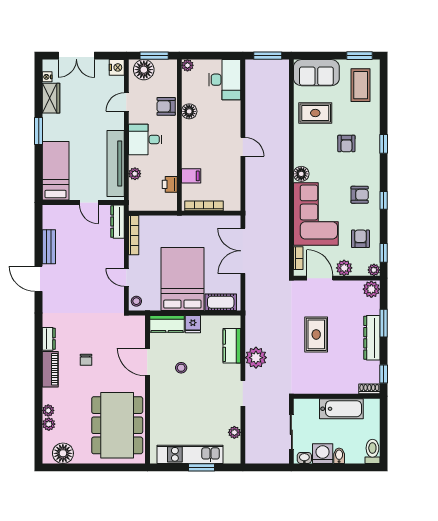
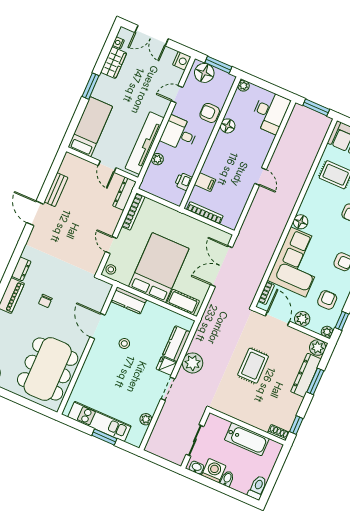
fridge: (193, 324) -> (166, 366), moved, turned 90
dresser: (372, 338) -> (306, 375), moved

